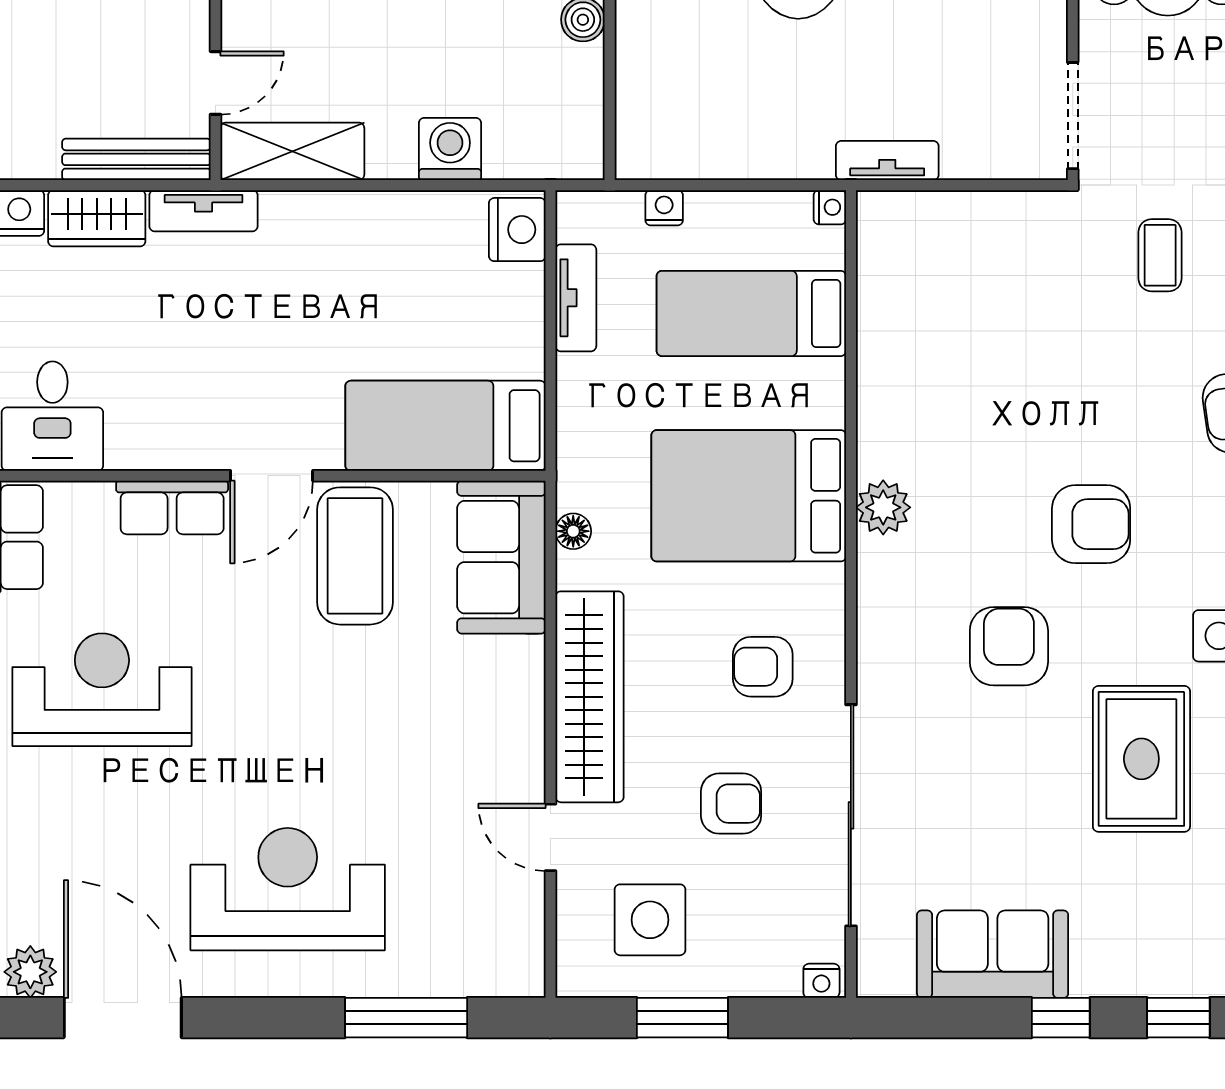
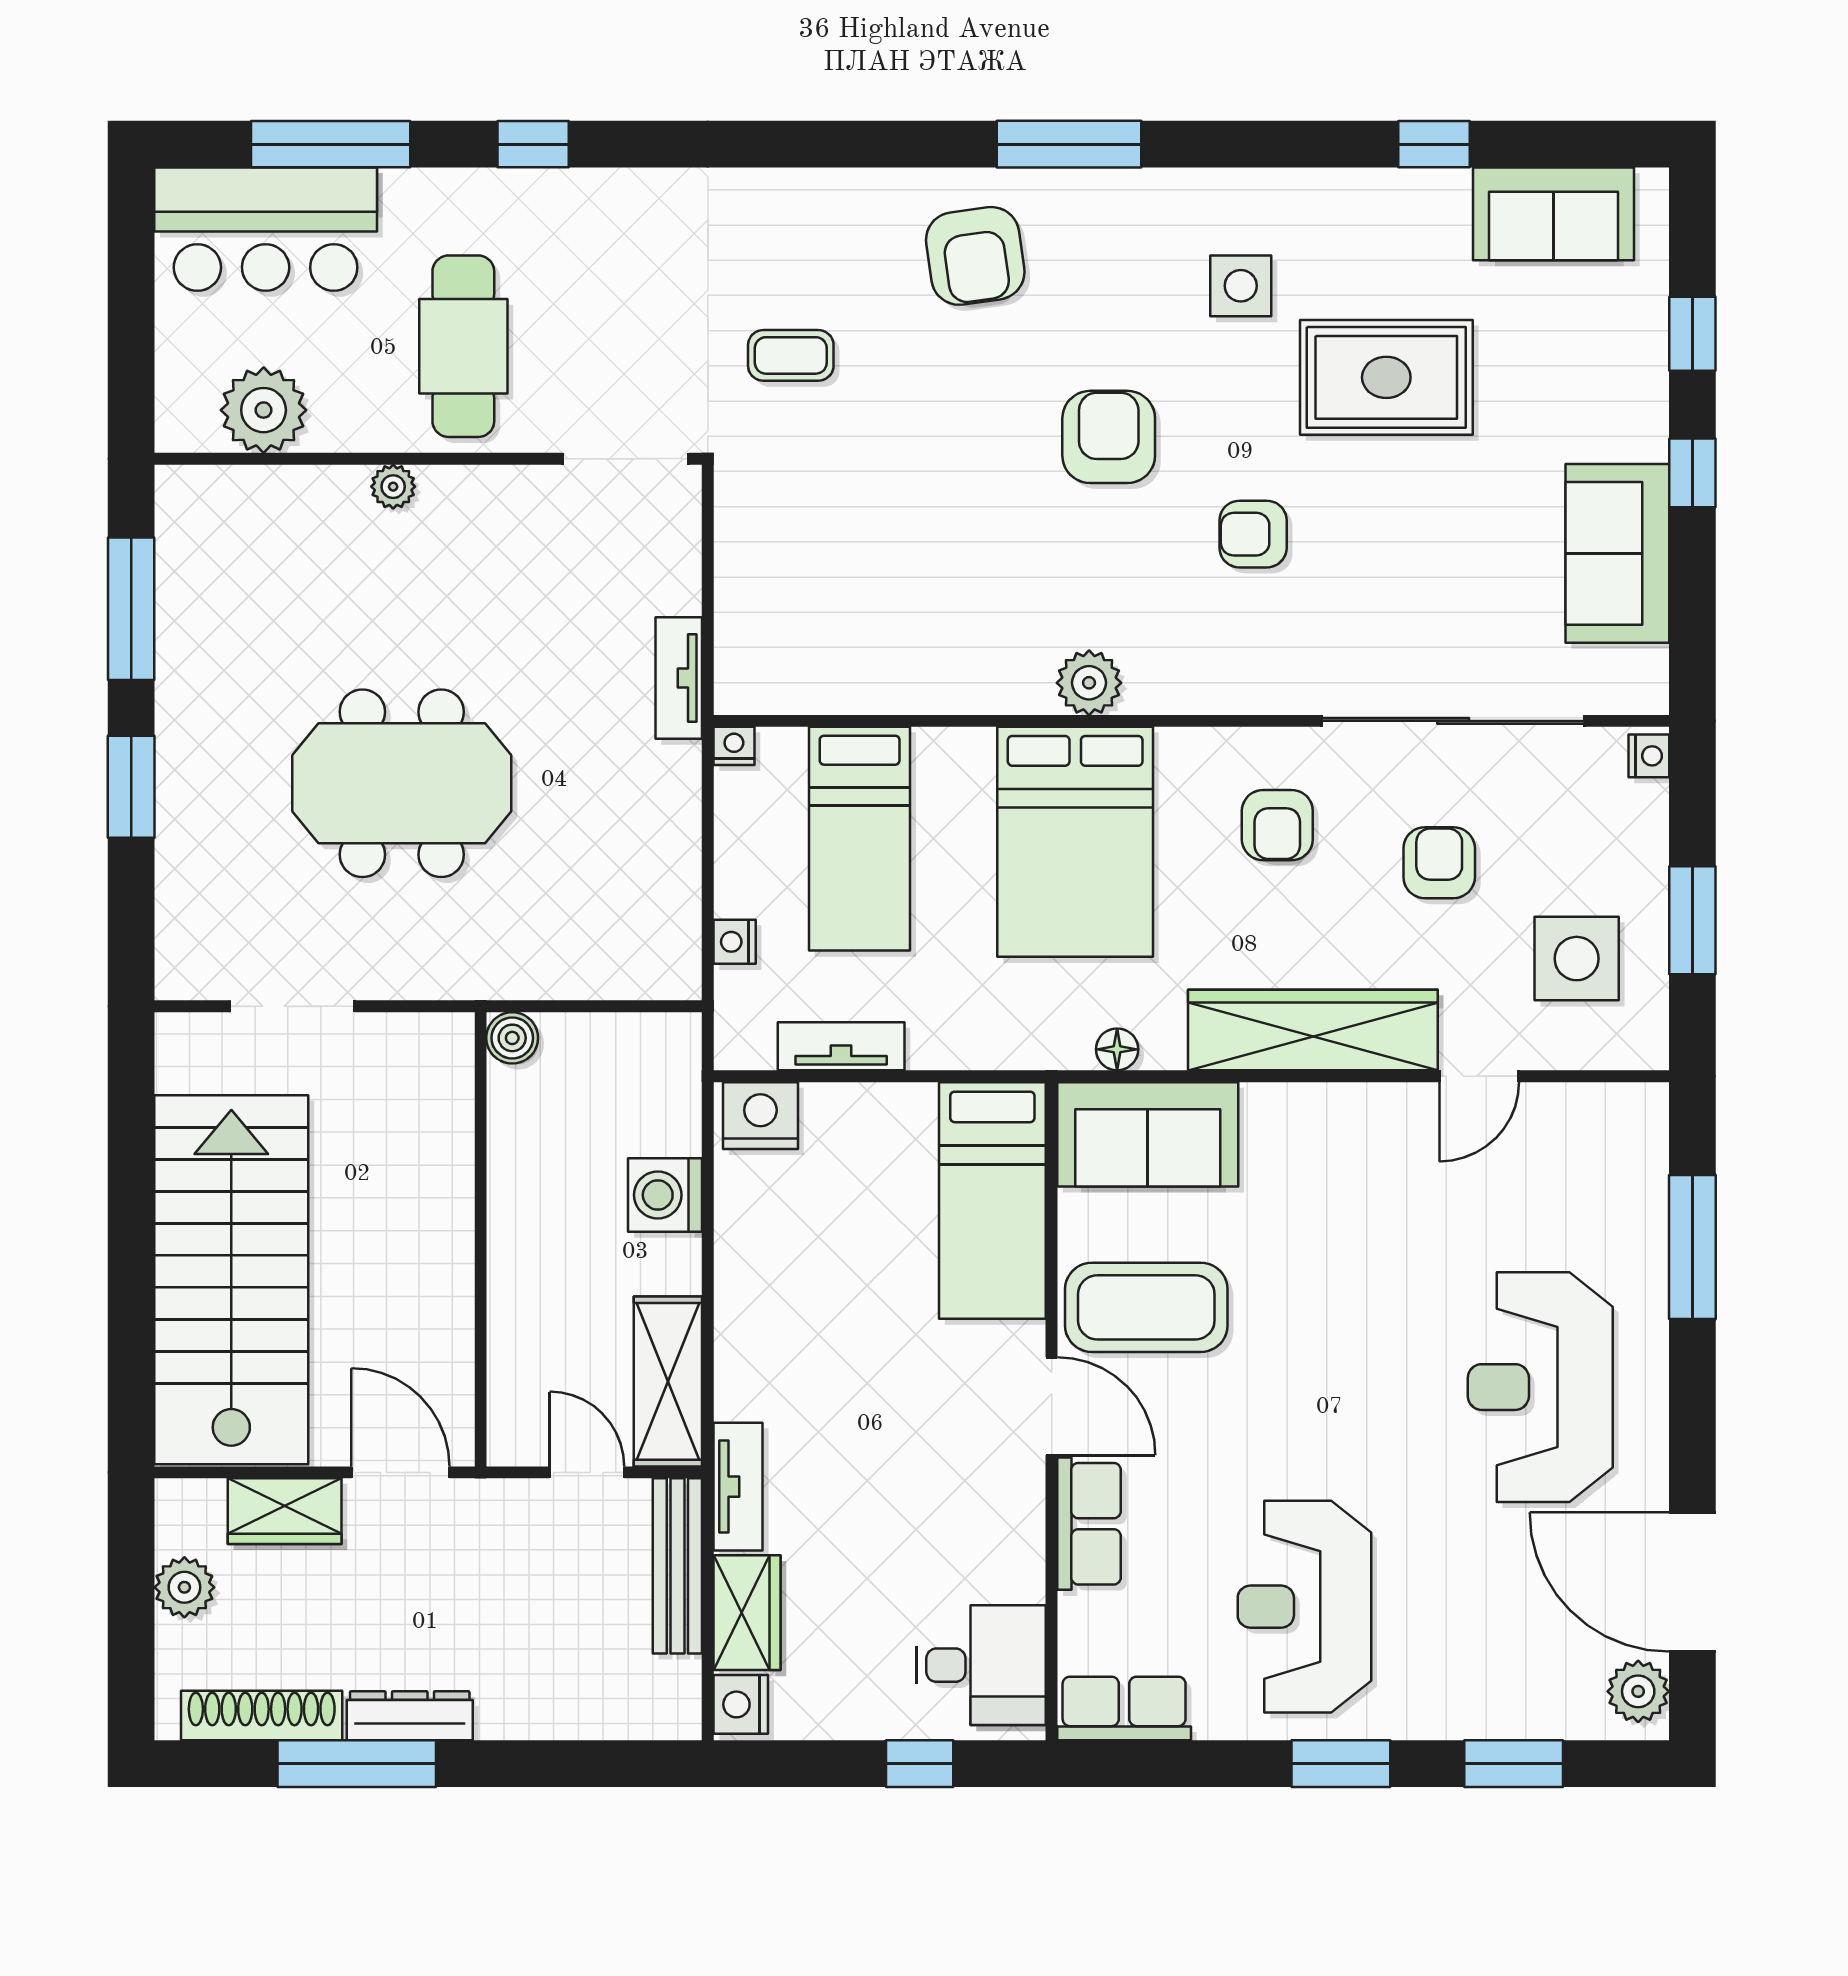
armchair: (1009, 646) -> (1253, 534), width x0.72, depth x0.72
door: (123, 1018) -> (1692, 1582), hinge flipped

